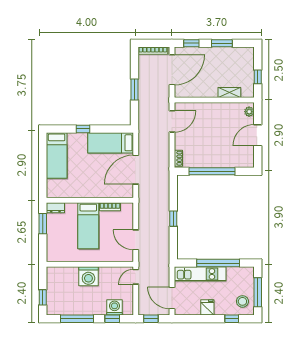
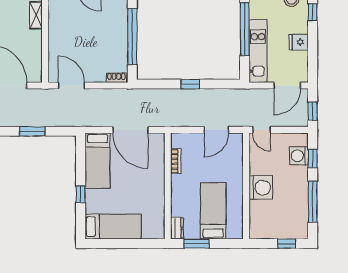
bed: (88, 226) -> (213, 211), moved, turned -90

